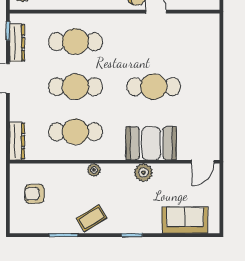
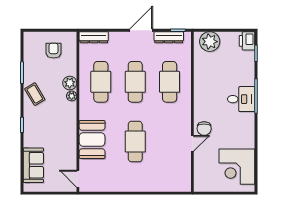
plant: (143, 173) -> (70, 83), moved

